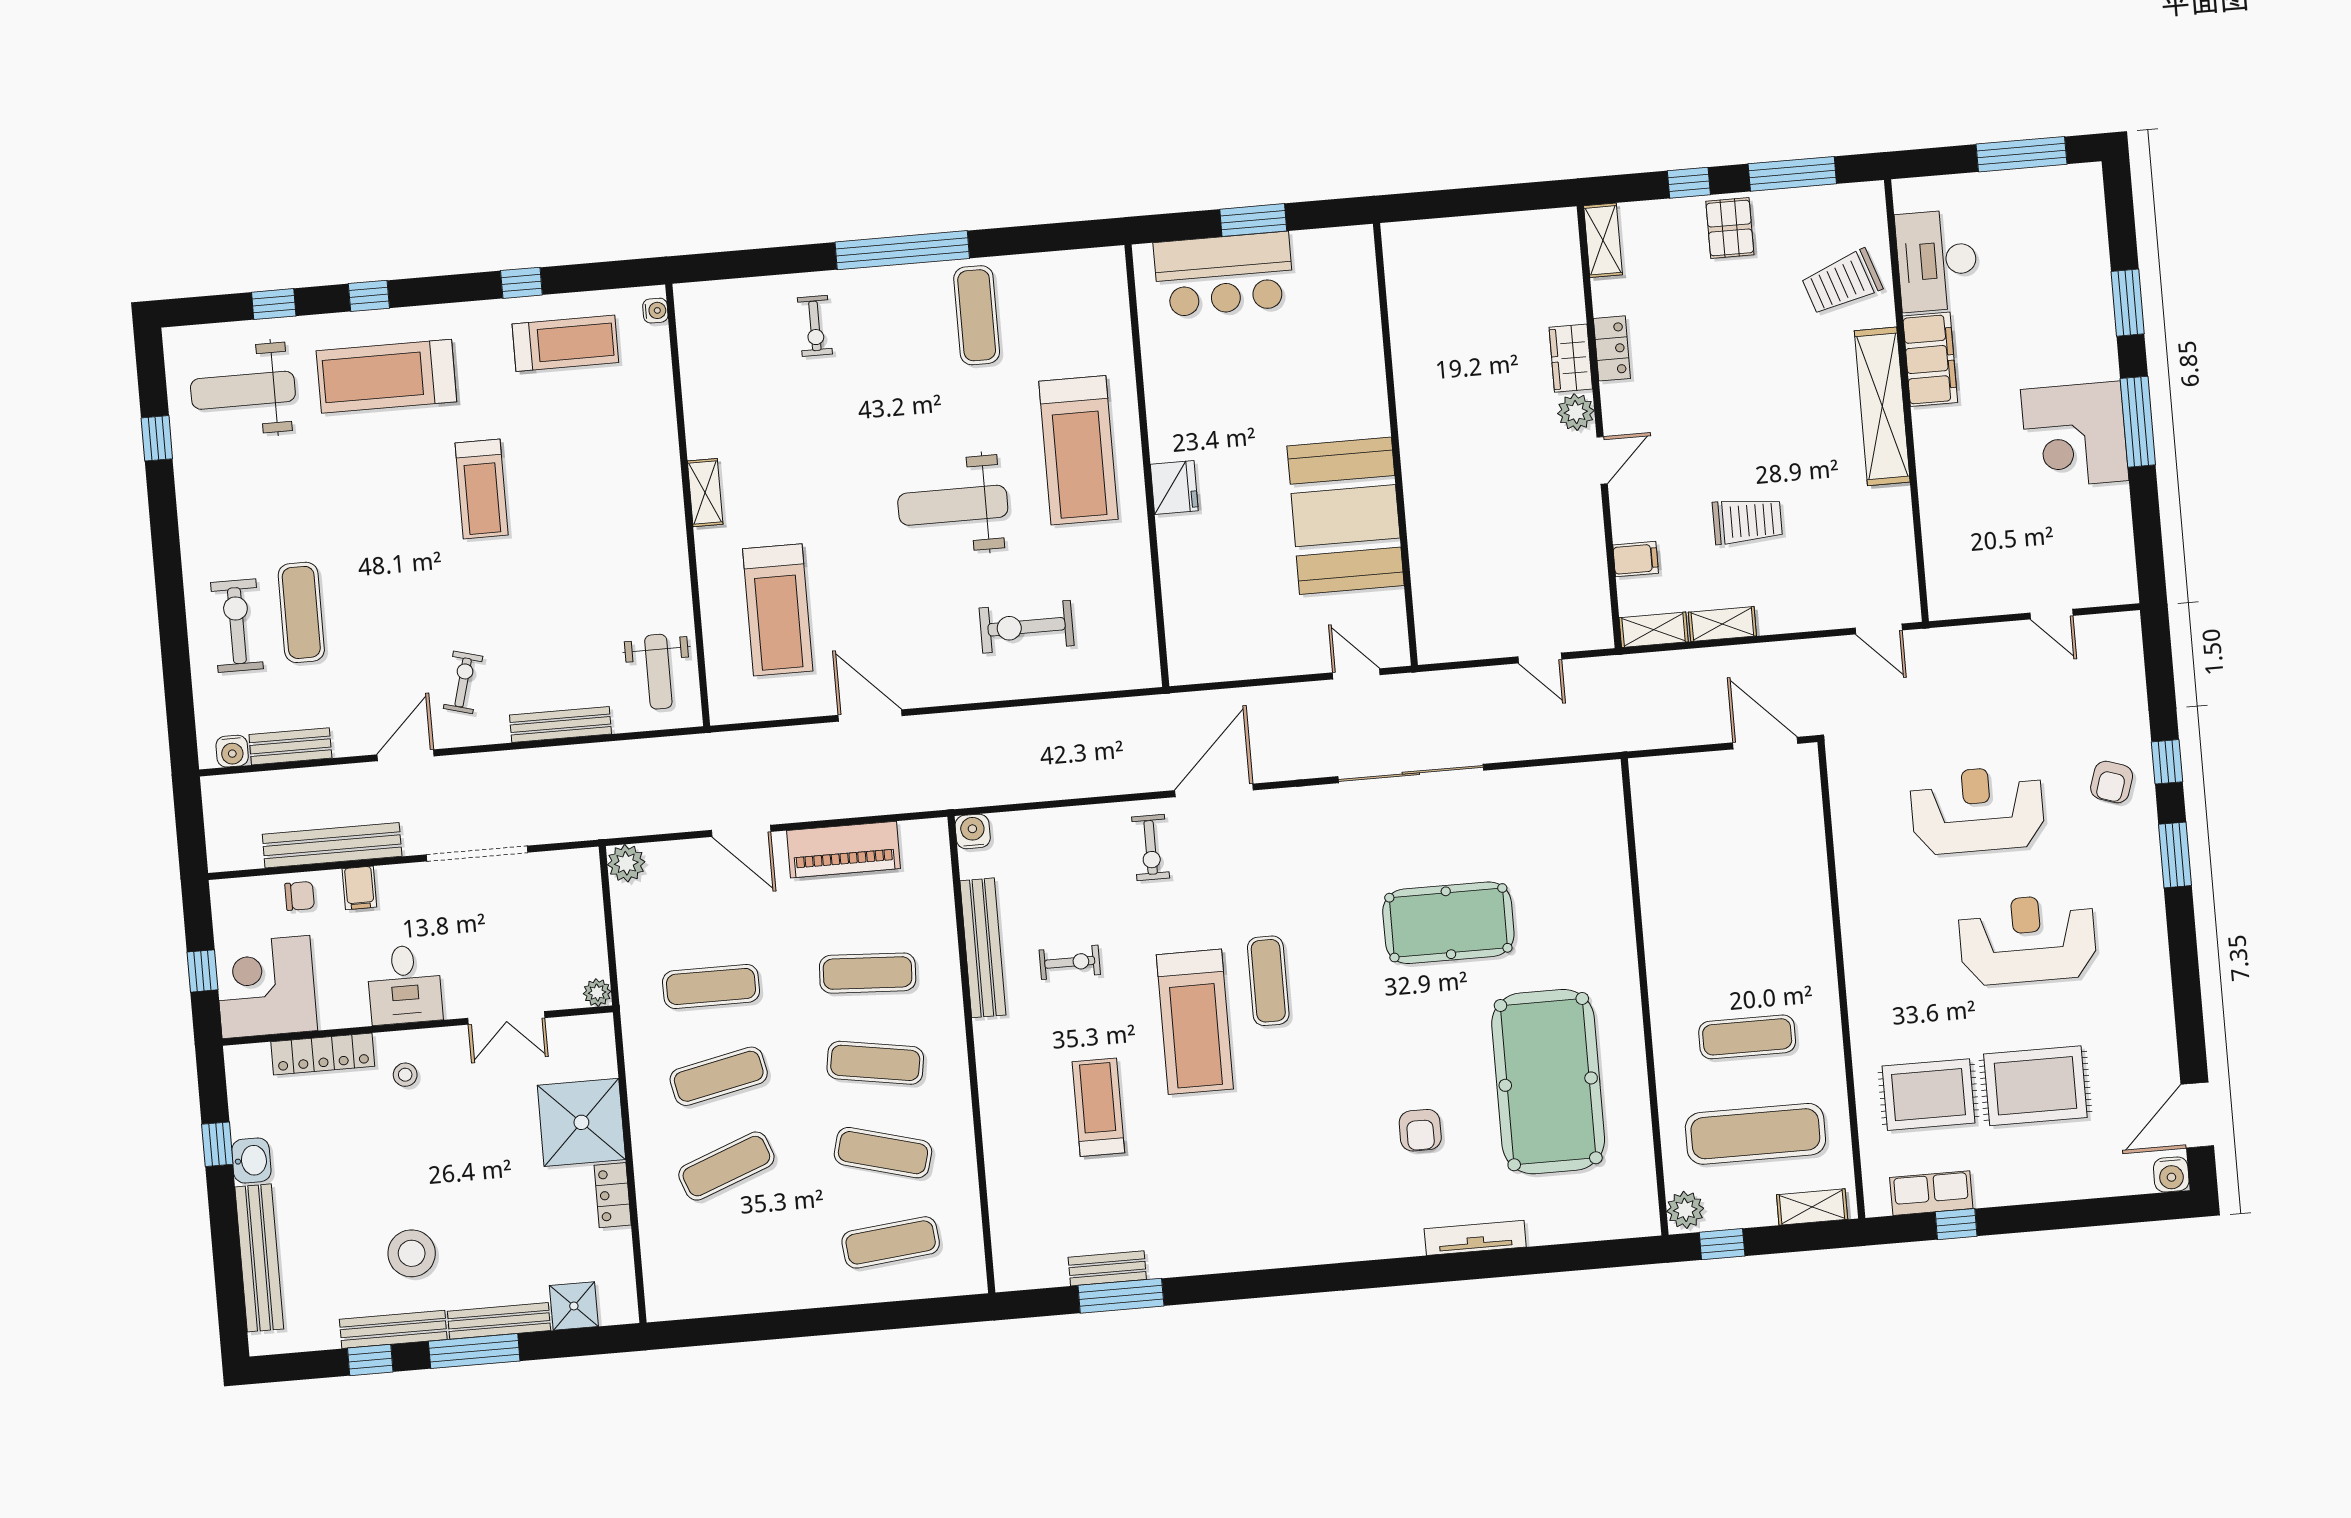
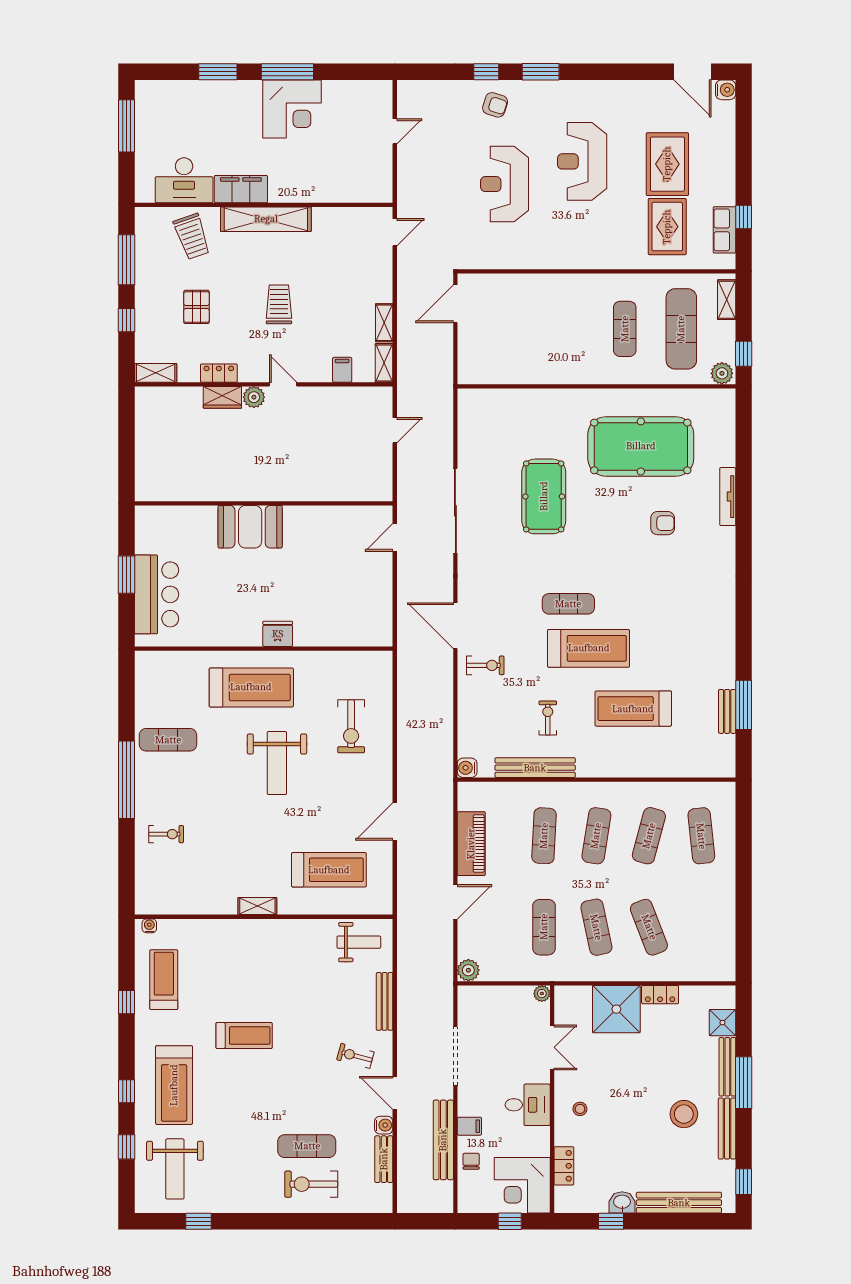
pallet: (1730, 228) -> (197, 307), moved, turned 90
booth: (1346, 516) -> (250, 527), moved, width x0.73, depth x0.70
trolley: (1747, 521) -> (279, 304), moved
water cooler: (232, 751) -> (384, 1125), moved
locker: (323, 1054) -> (564, 1166), width x0.66
treadmill: (1098, 1107) -> (633, 709), width x1.37, depth x1.38
window: (370, 1360) -> (744, 1182), moved

